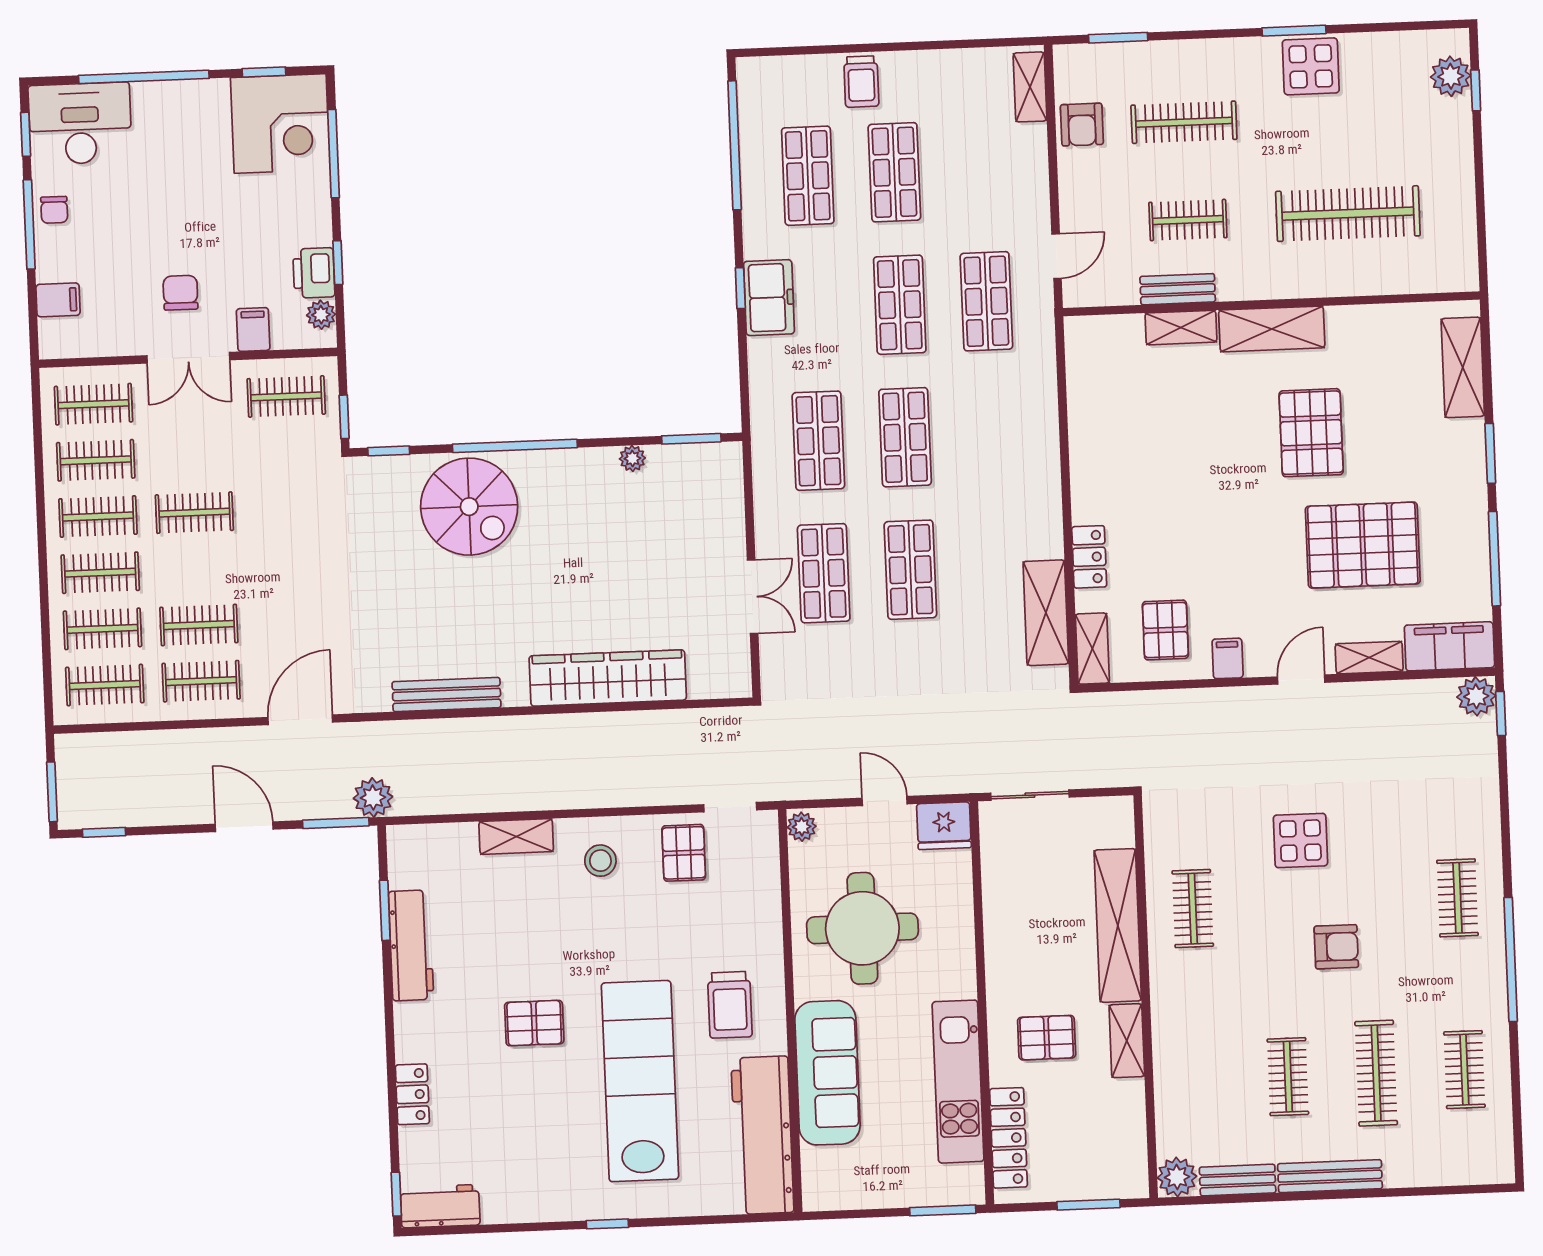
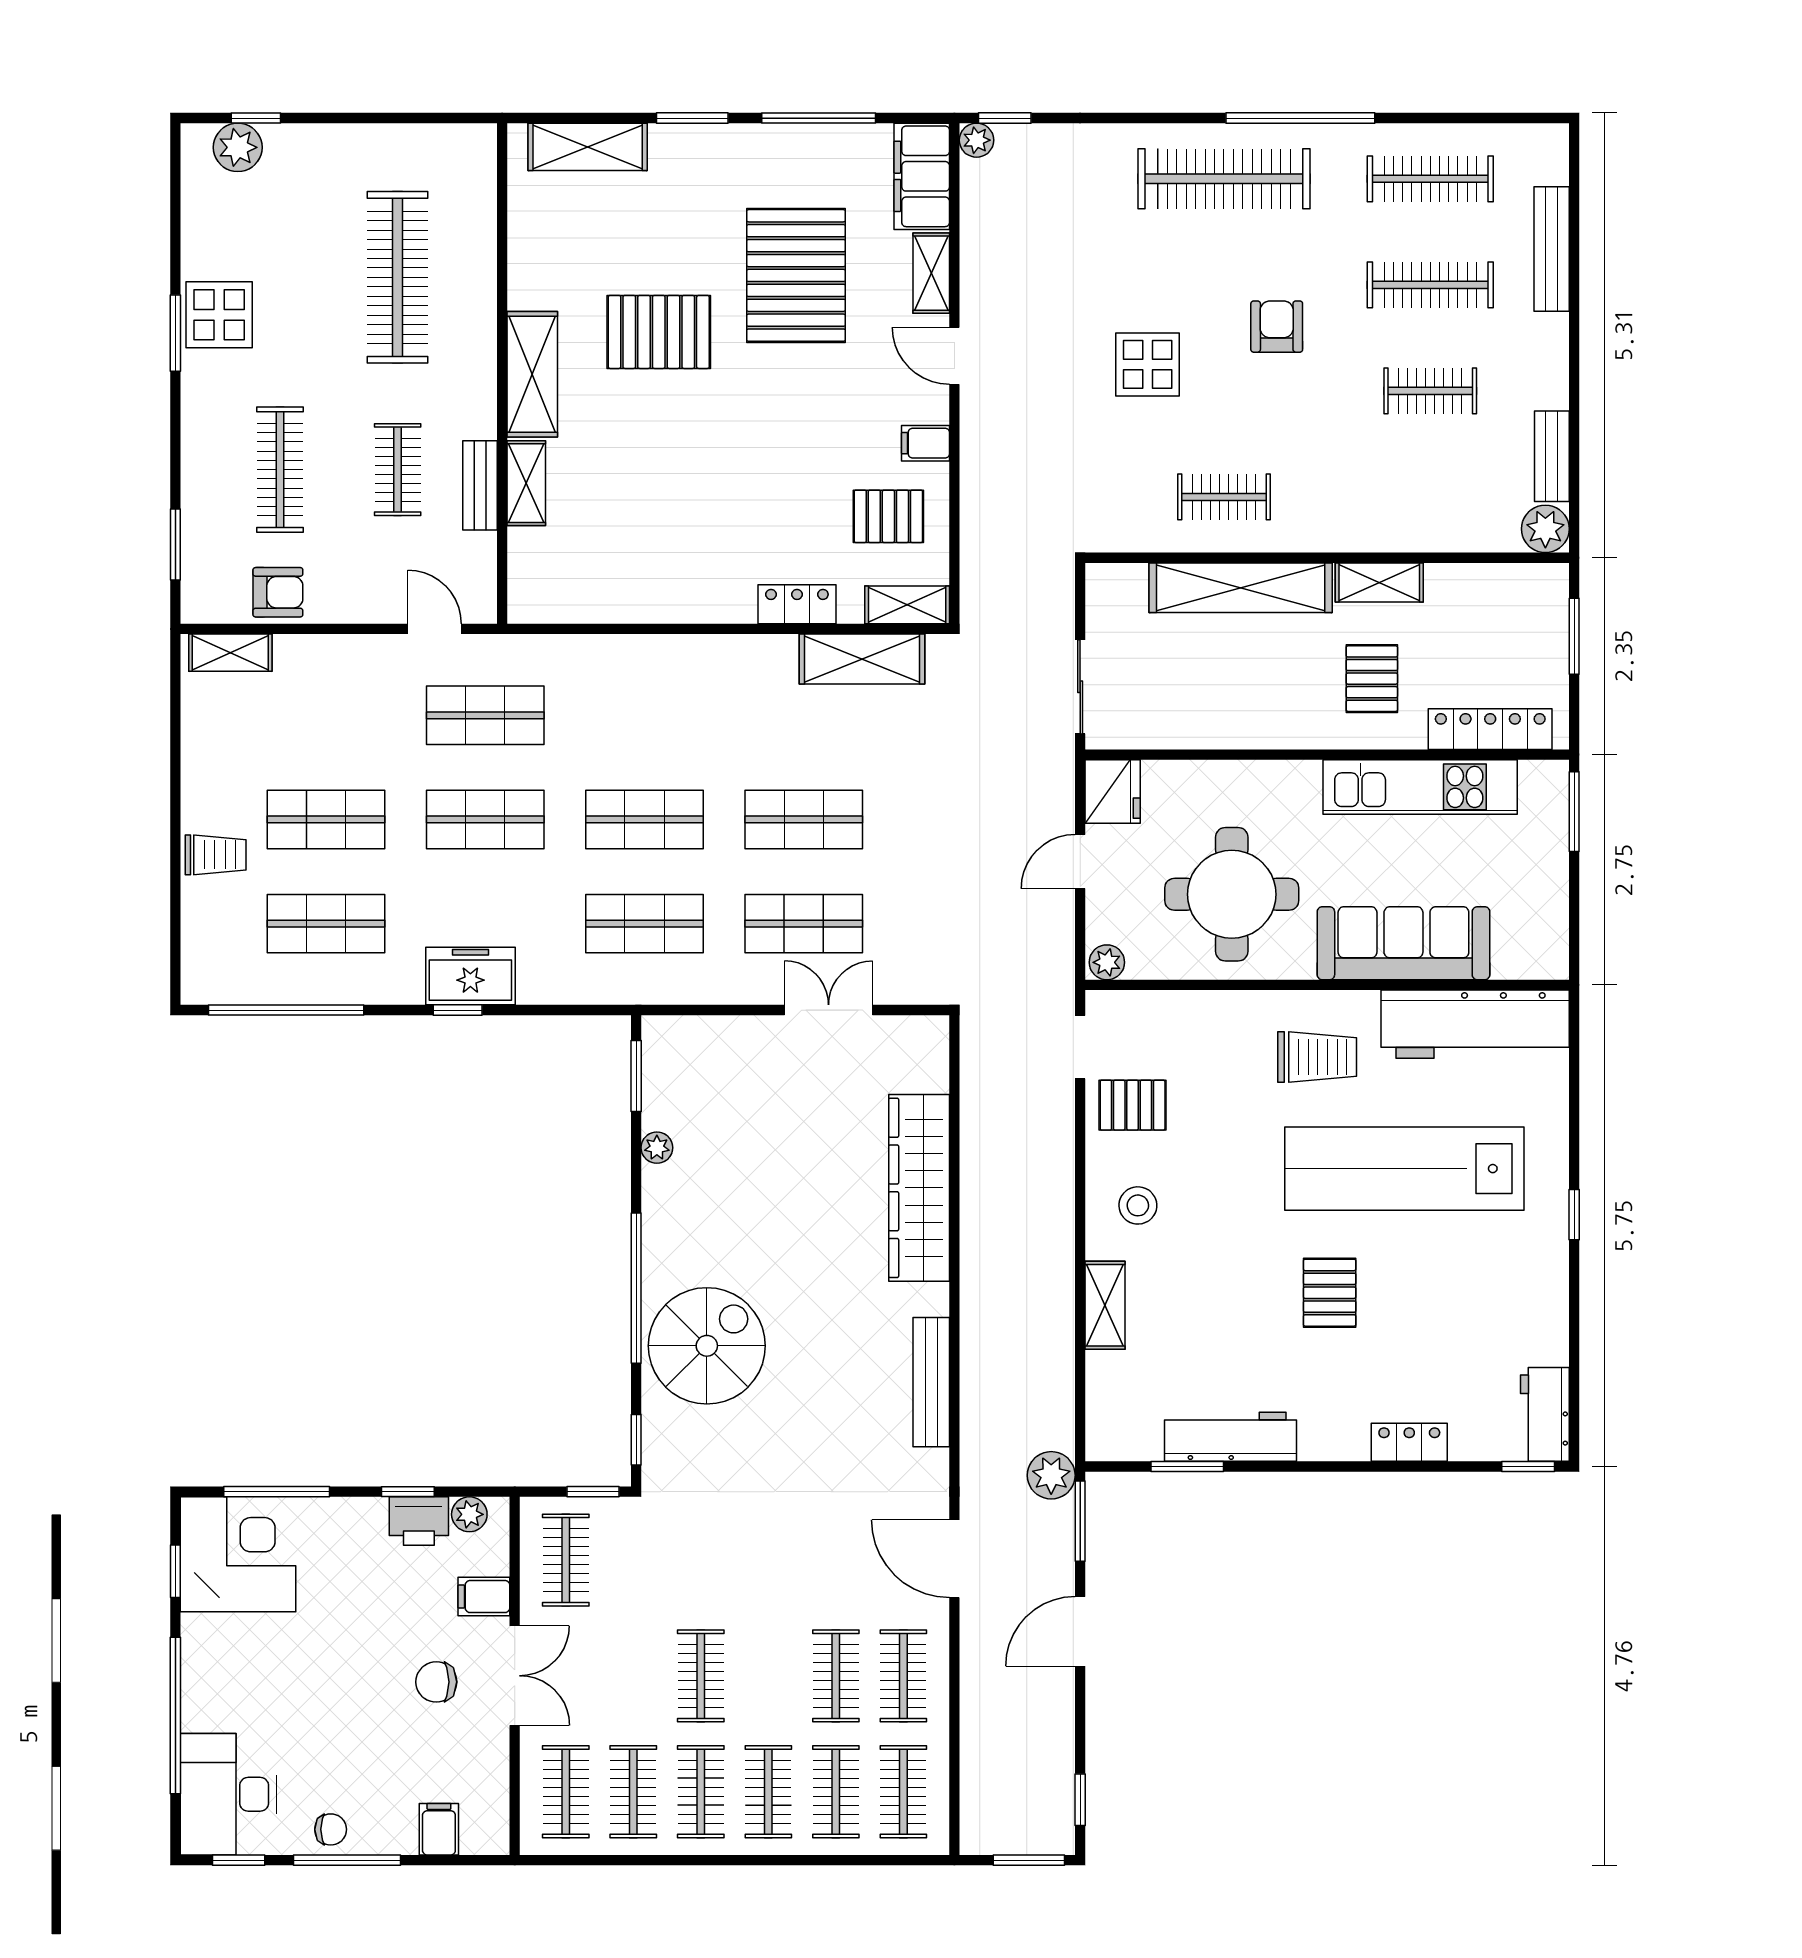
plant: (1476, 696) -> (977, 140), width x0.73, depth x0.73
clothes rail: (1457, 898) -> (1224, 179), width x1.86, depth x1.31
clothes rail: (1464, 1070) -> (1430, 179), width x1.36
bench: (1330, 1176) -> (1552, 249), moved

